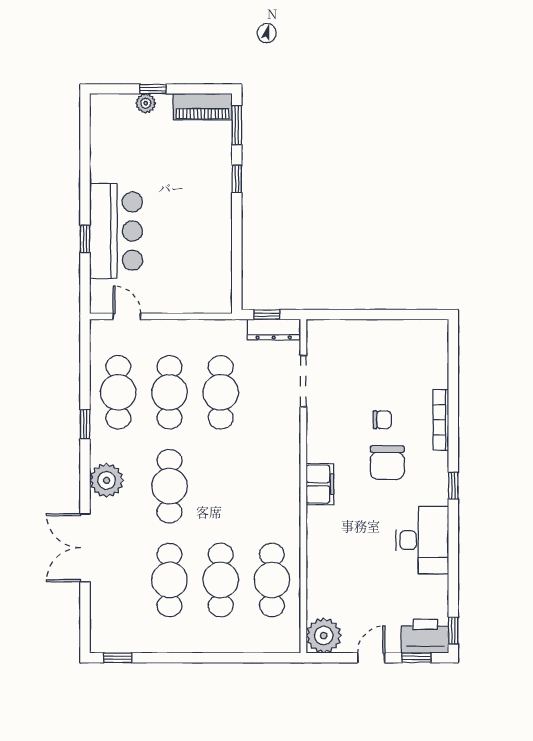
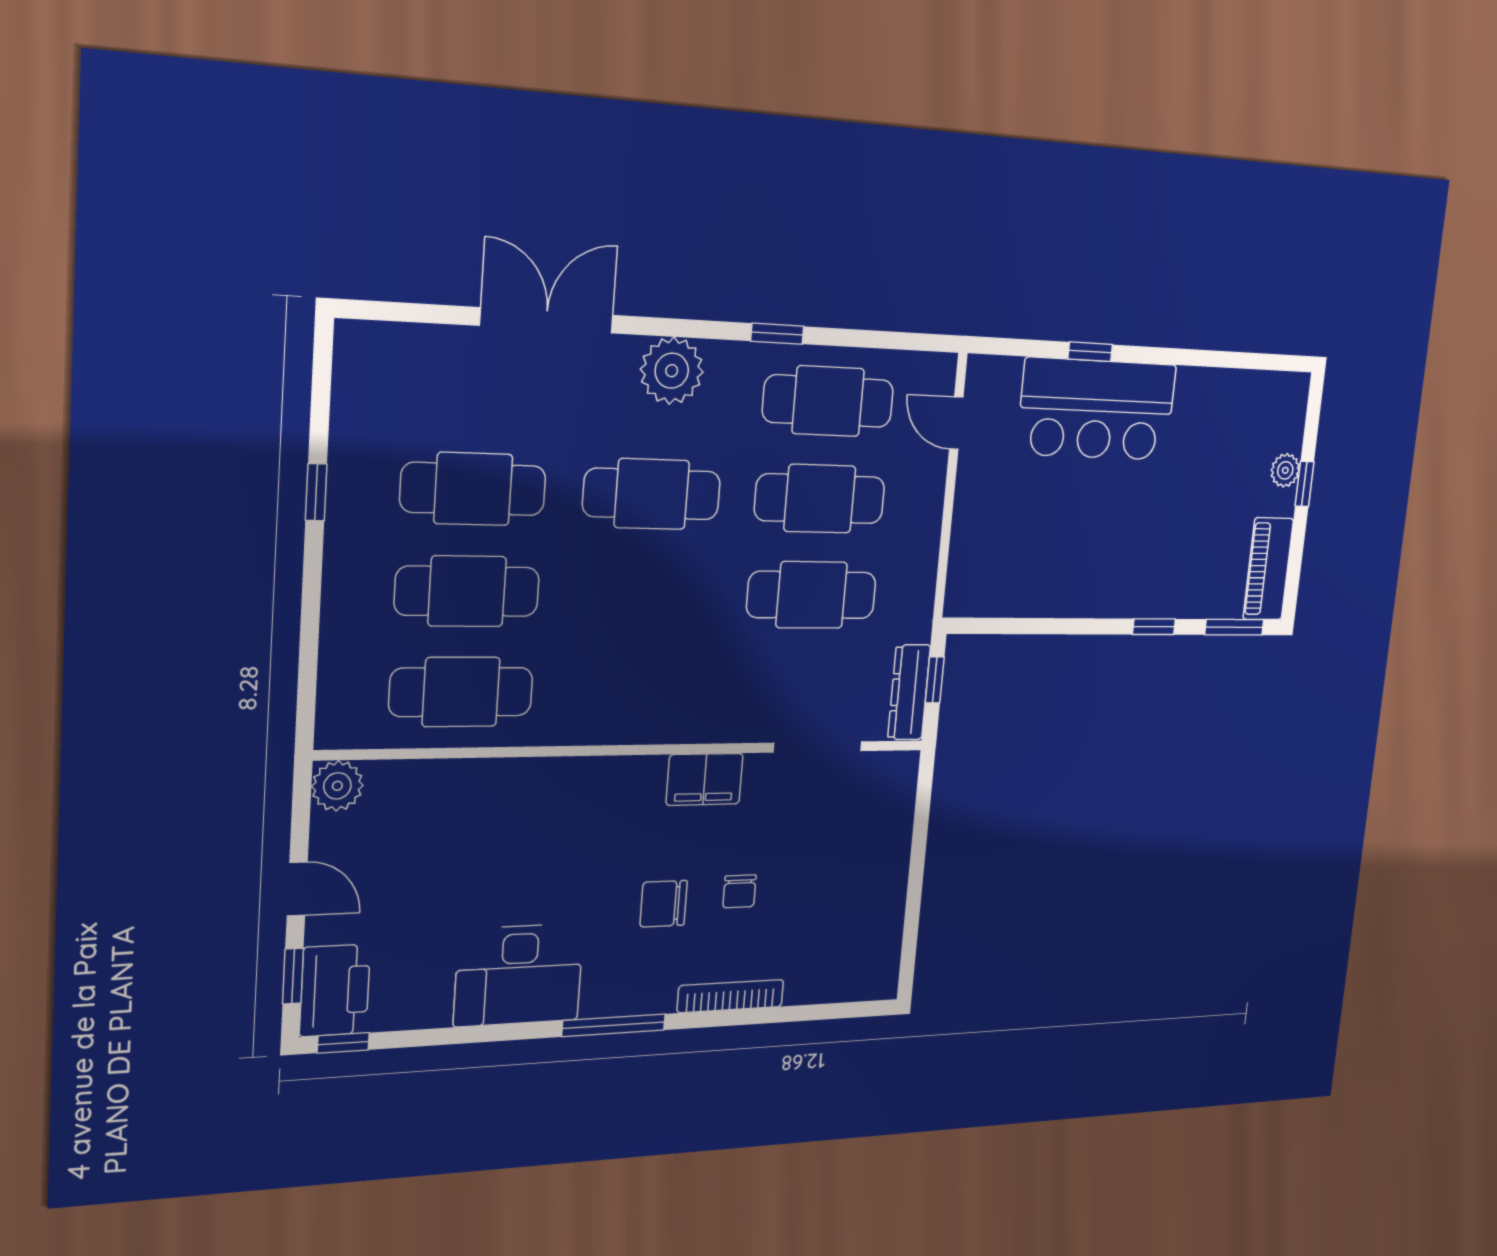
door: (127, 316) -> (956, 423), swing flipped
chair: (387, 463) -> (664, 904), width x0.73, depth x0.73
filing cabinet: (320, 484) -> (705, 779), moved
window: (453, 486) -> (614, 1025), width x2.17
plant: (324, 636) -> (337, 786), width x0.73, depth x0.73
window: (118, 658) -> (316, 492), moved

